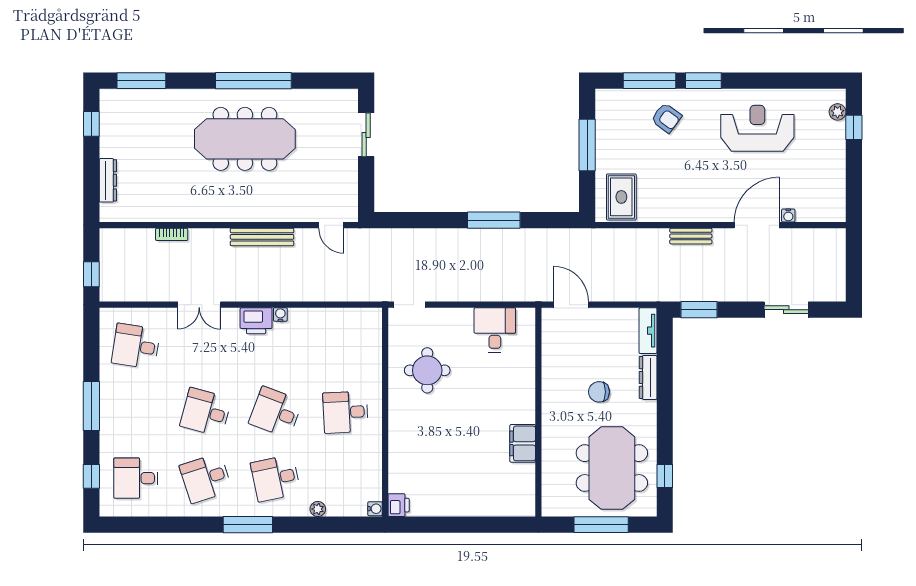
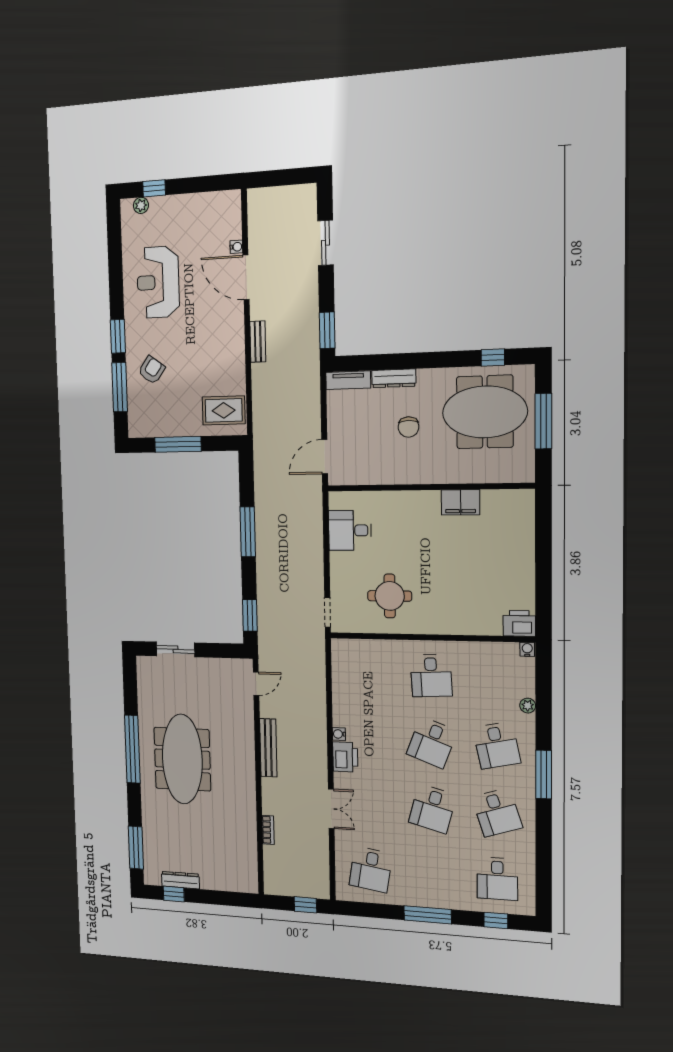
dresser: (108, 180) -> (180, 880), moved
window: (405, 220) -> (250, 615), added
printer: (399, 505) -> (519, 623), width x1.36, depth x1.24

